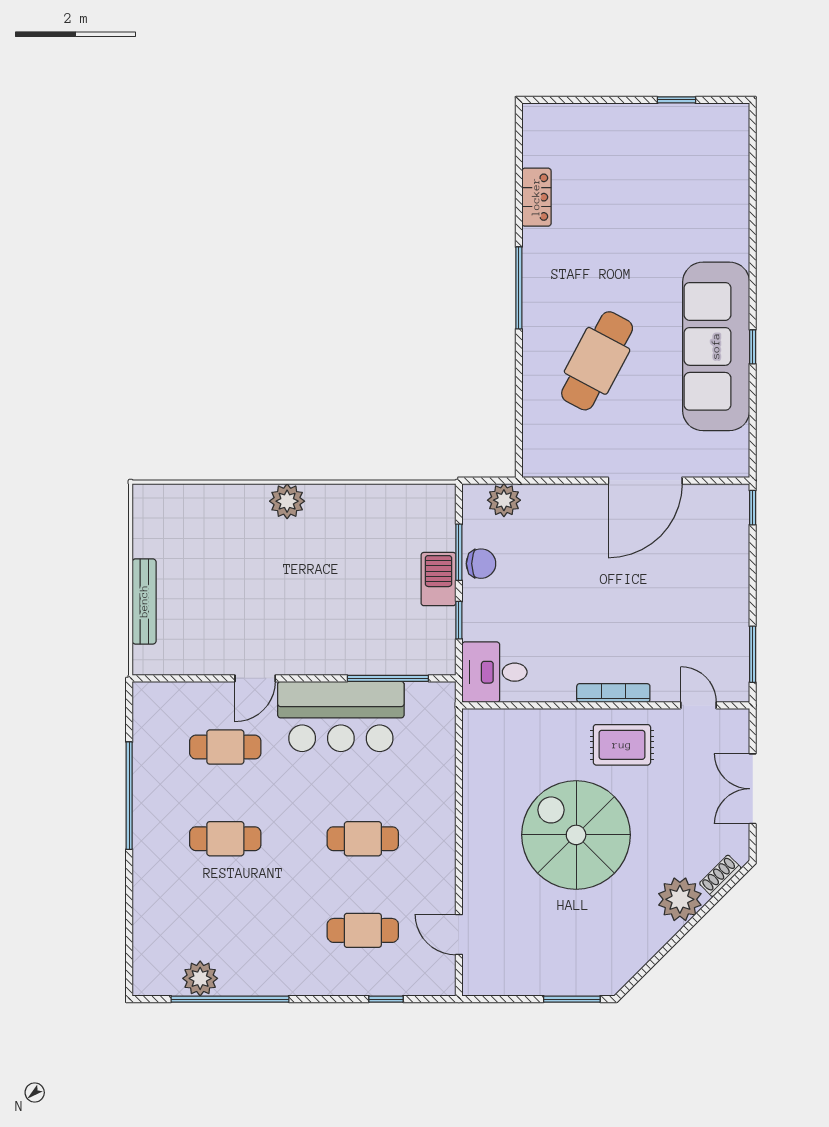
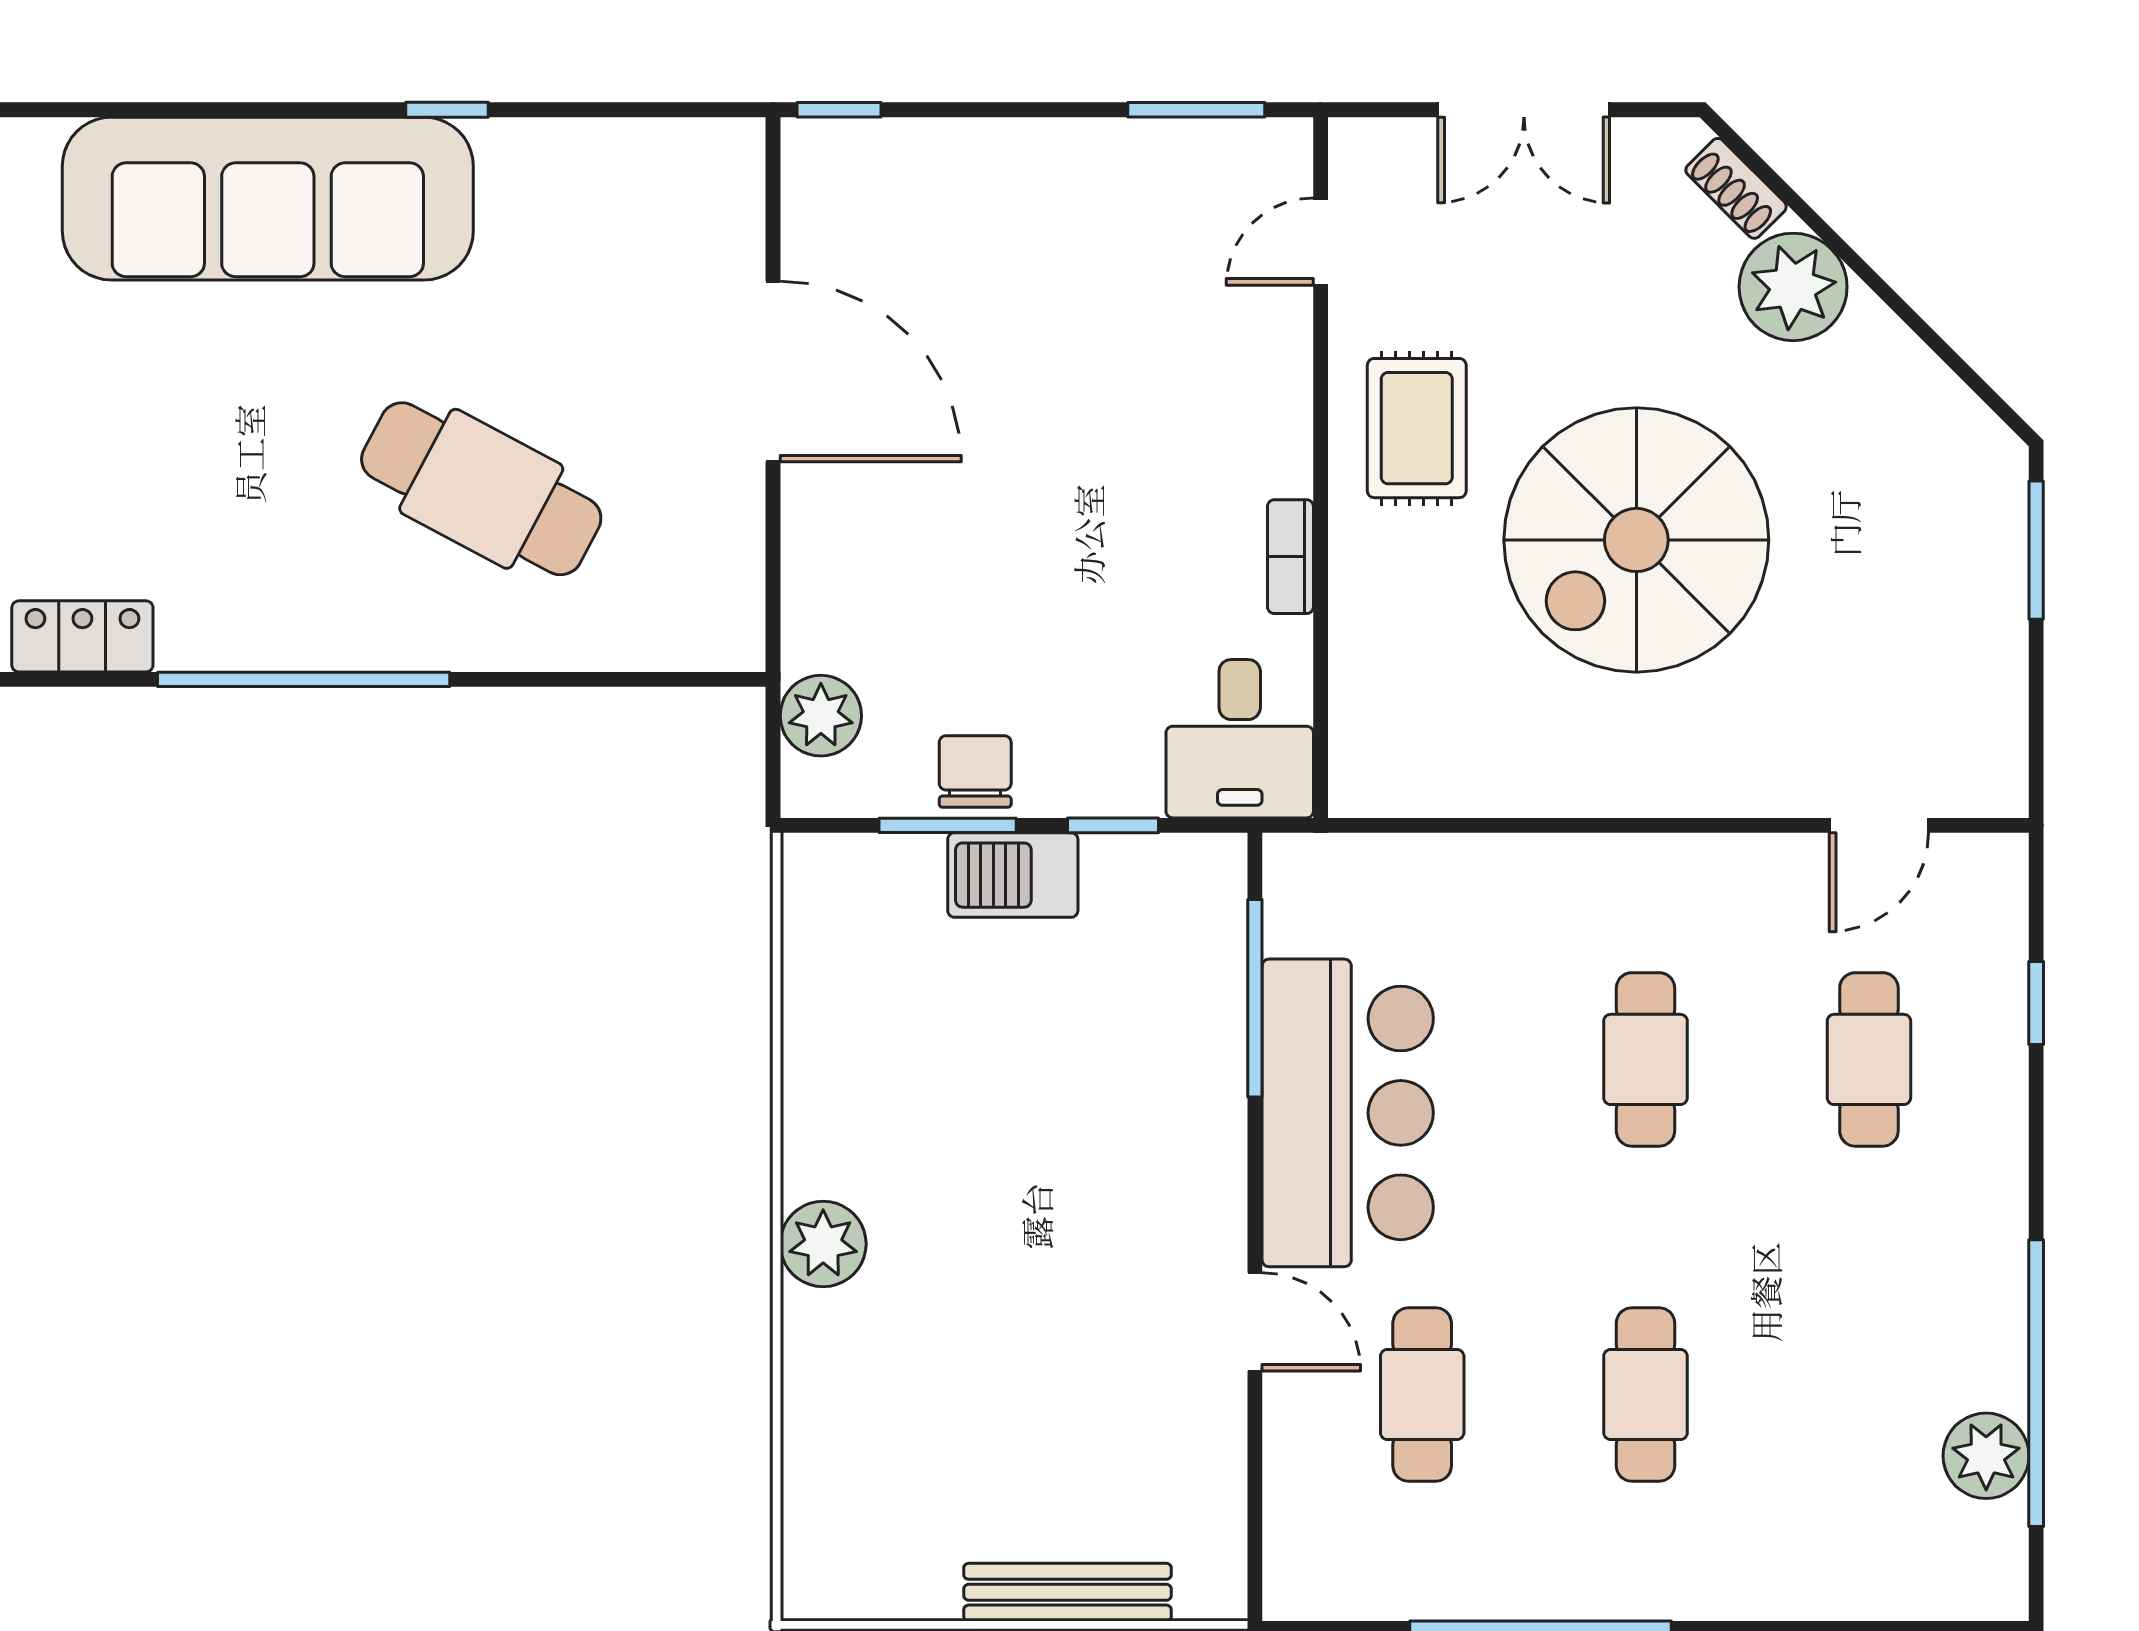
window: (519, 288) -> (304, 679), width x1.46
sofa: (716, 346) -> (268, 199), moved
bookcase: (613, 693) -> (1290, 557), moved, width x0.64

